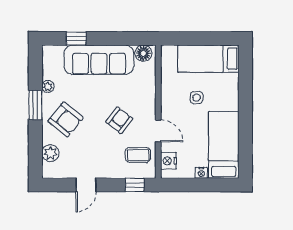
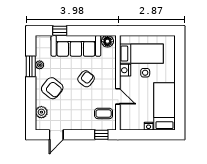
bed: (208, 59) -> (141, 54), moved, turned 180
window: (35, 105) -> (31, 66), moved
armchair: (119, 120) -> (86, 79), moved
nightstand: (168, 161) -> (125, 70), moved
door: (86, 185) -> (56, 135), moved

